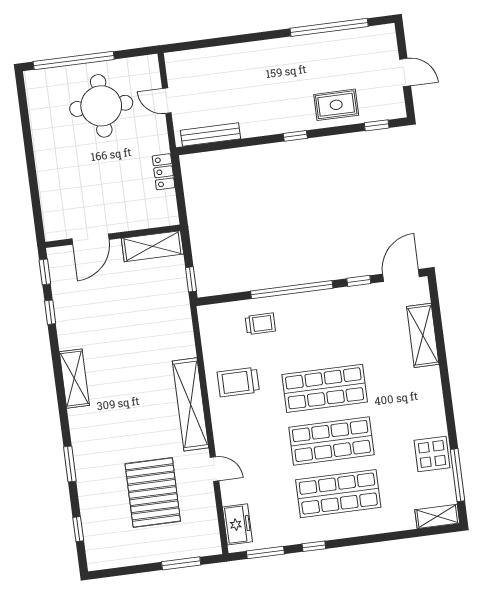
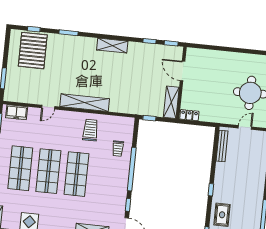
locker: (164, 172) -> (189, 115), moved
pallet: (153, 492) -> (33, 51), moved, turned 90

